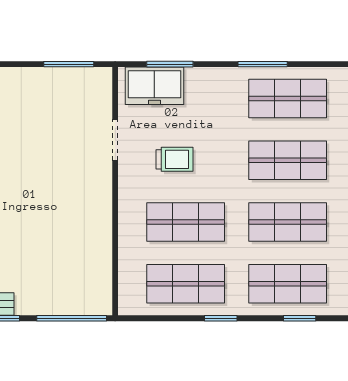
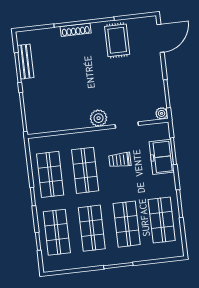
plant: (102, 77) -> (162, 113), added
freezer: (154, 86) -> (162, 157), moved
trolley: (175, 159) -> (120, 160), turned 90
plant: (97, 188) -> (99, 118), added

